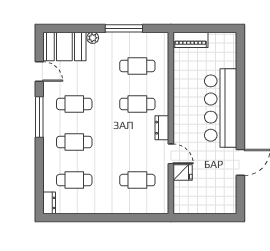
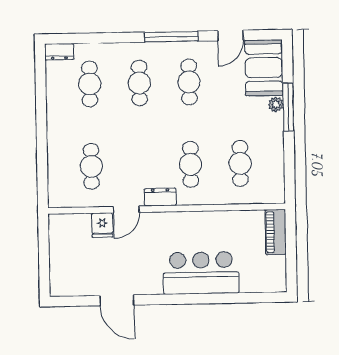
window: (124, 28) -> (288, 107), moved
bar counter: (221, 108) -> (201, 273), width x0.73

